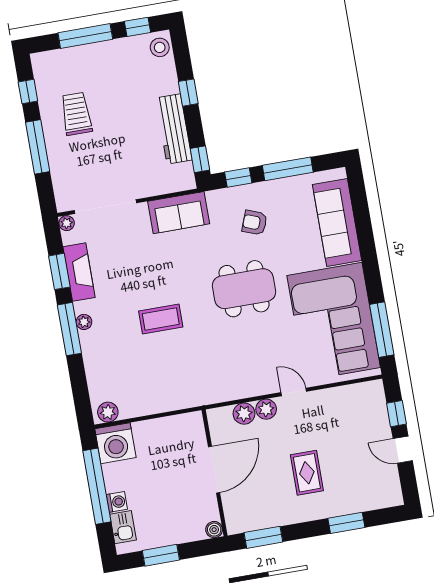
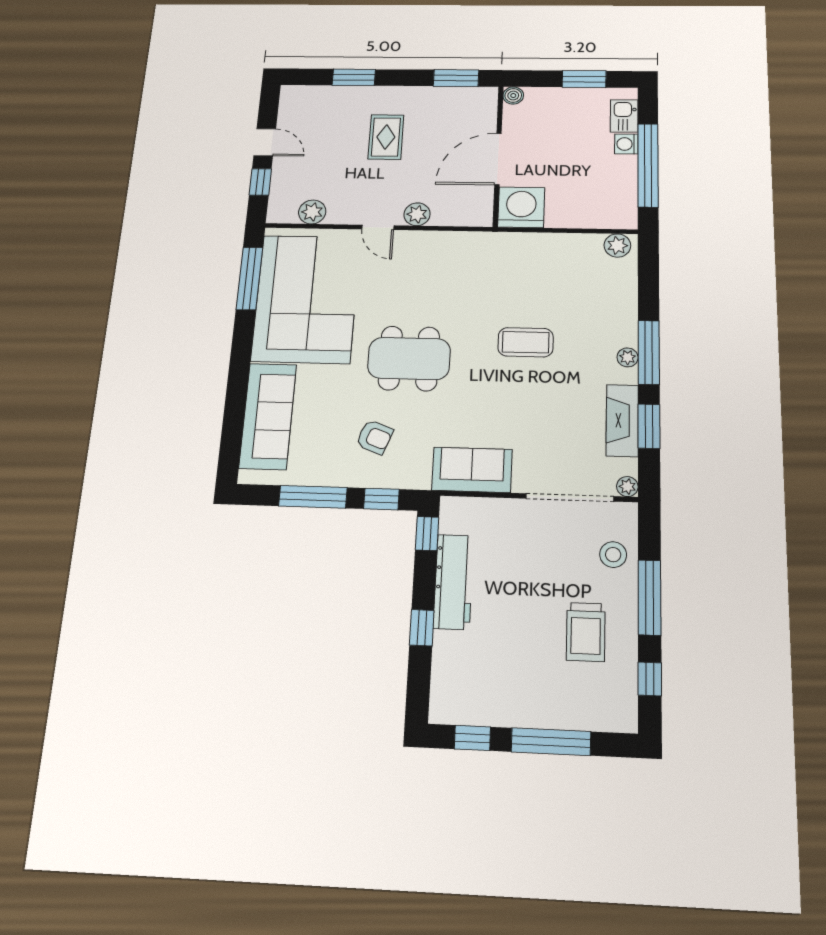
stool: (160, 47) -> (613, 555), moved
plant: (244, 414) -> (312, 212), moved
washing machine: (115, 443) -> (521, 207), moved

